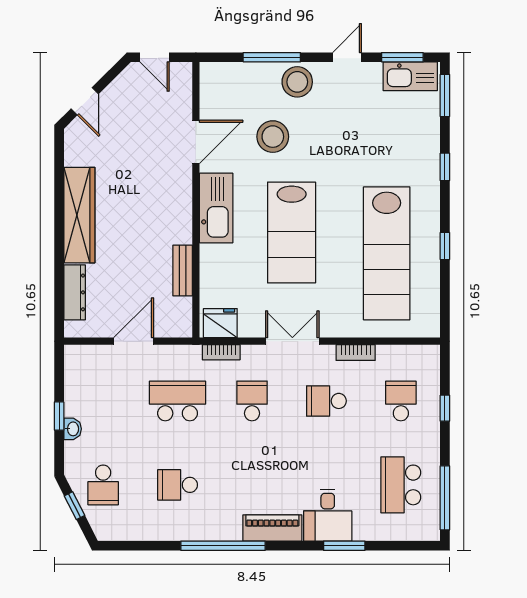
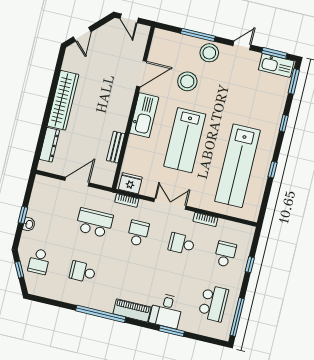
school desk: (401, 485) -> (213, 303), turned 180

